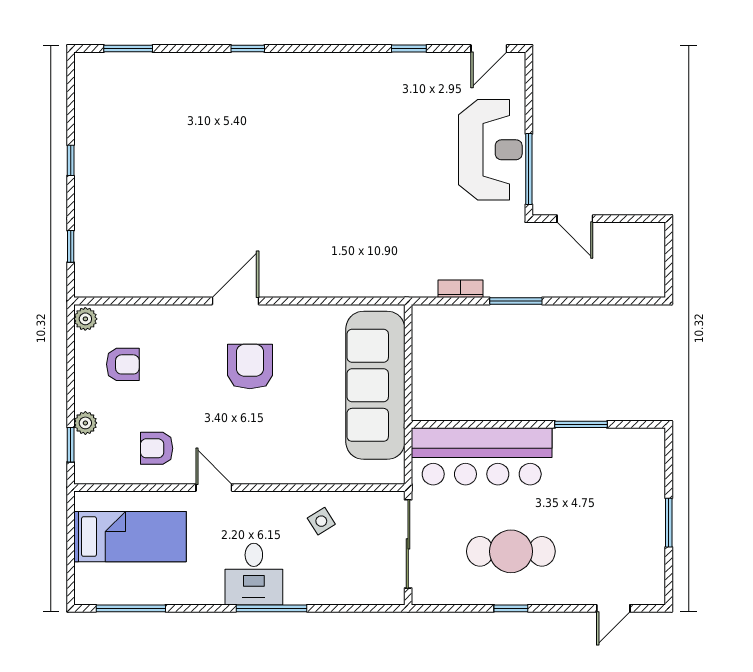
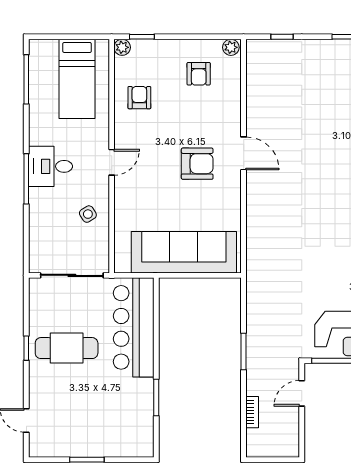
bookcase: (461, 289) -> (252, 412), moved
plant: (85, 423) -> (122, 47), moved
door: (214, 488) -> (112, 162), moved
cafe table: (511, 551) -> (67, 348), turned 90

